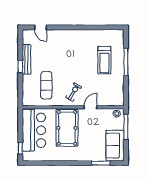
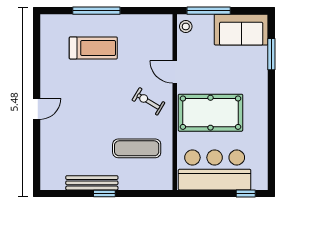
door: (41, 27) -> (37, 109), moved

